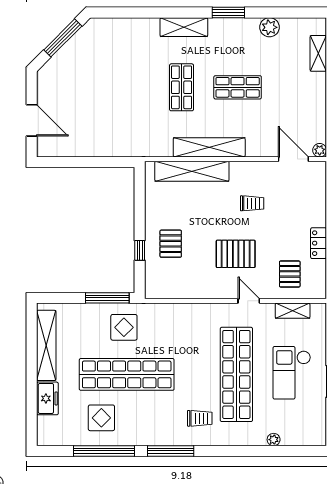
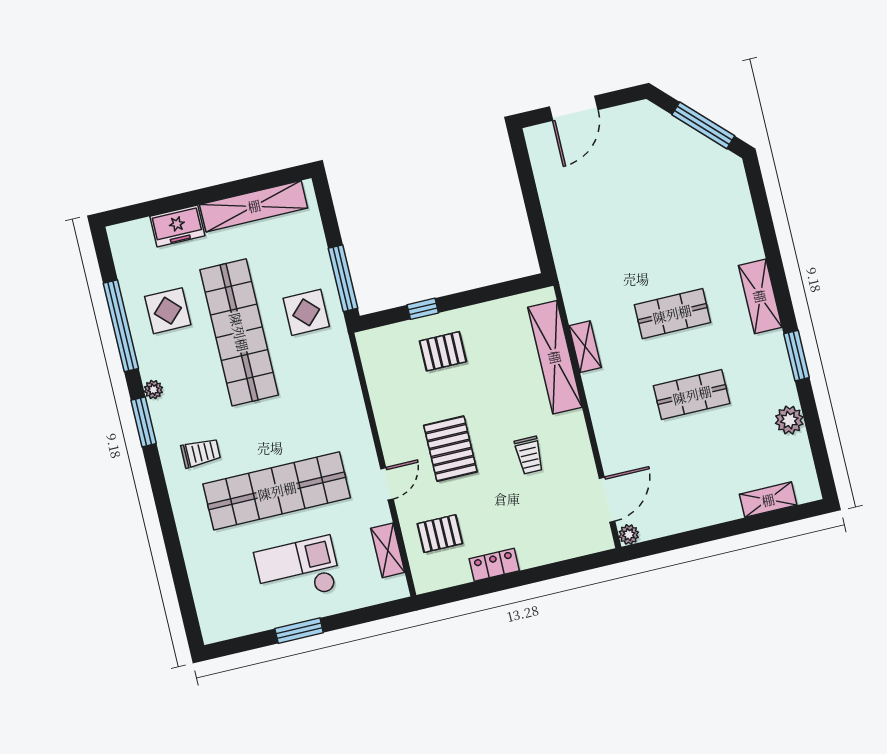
shop shelf: (238, 87) -> (692, 395), turned 90
shelving: (209, 147) -> (585, 347), width x0.45, depth x0.75
trolley: (200, 418) -> (201, 453), turned -90
plant: (274, 440) -> (153, 390), moved
window: (171, 451) -> (144, 422), width x0.69

